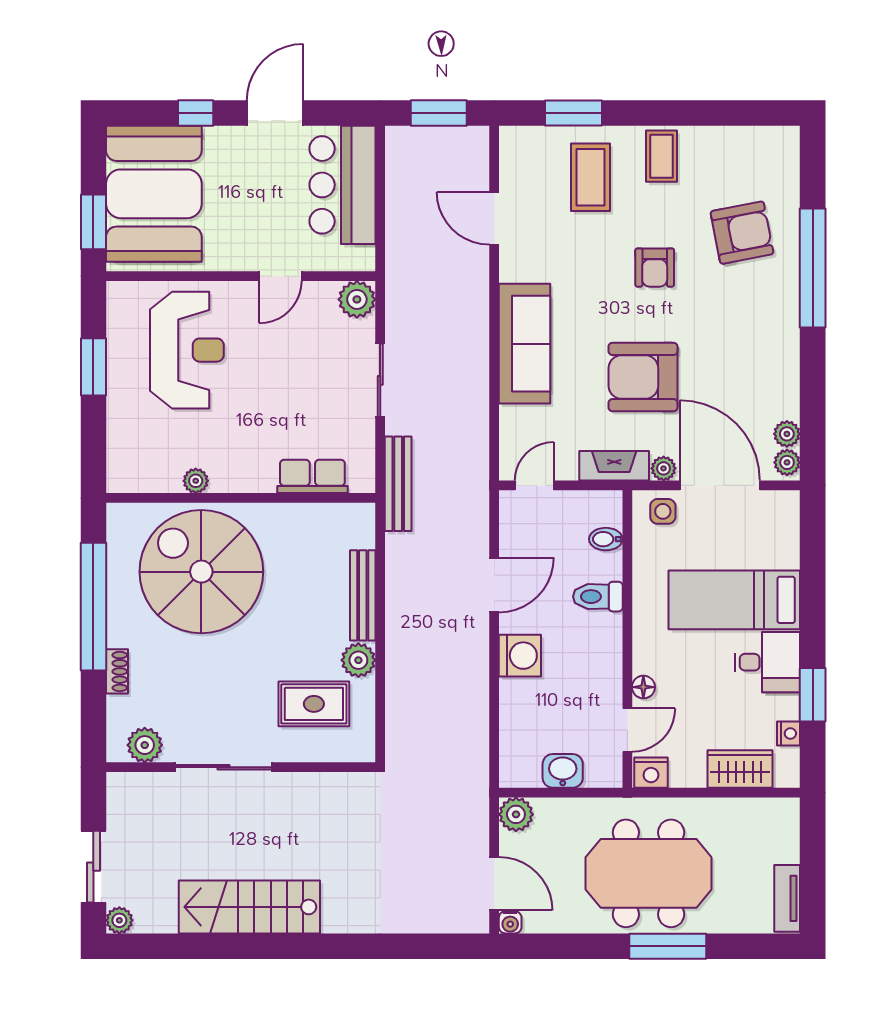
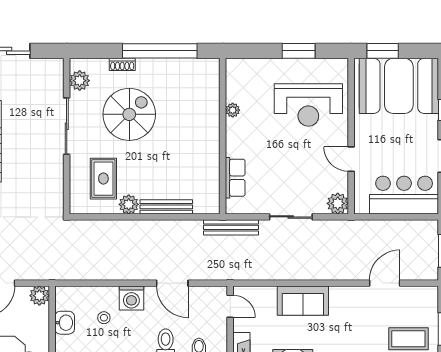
sofa: (524, 344) -> (303, 301), width x0.73
spiral stairs: (201, 572) -> (129, 114), moved, width x0.73, depth x0.73
stool: (554, 703) -> (104, 318), added

